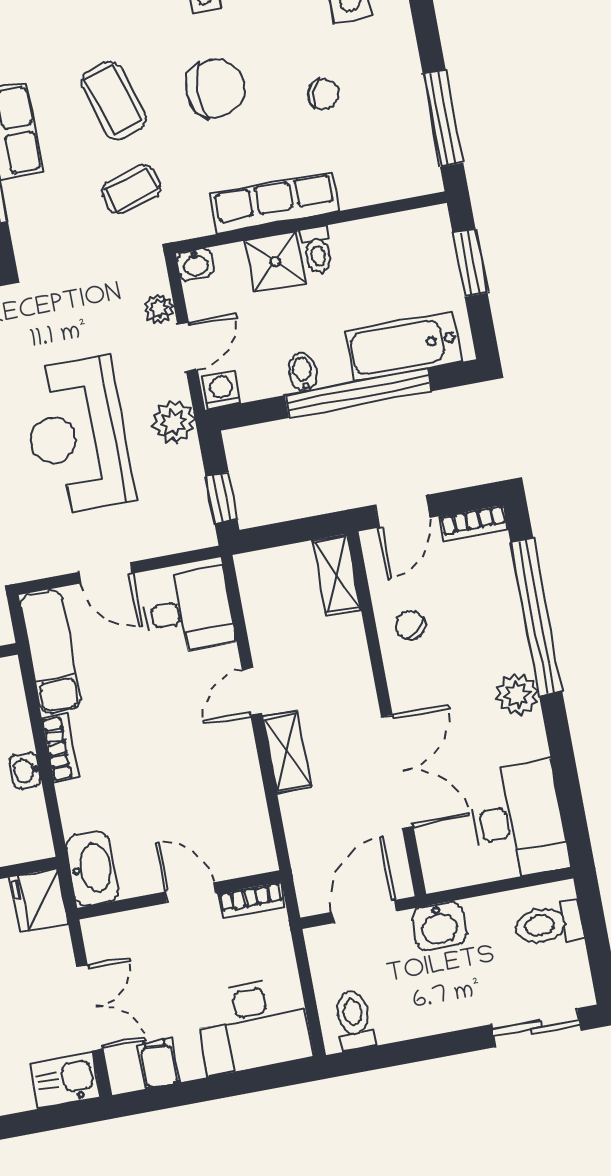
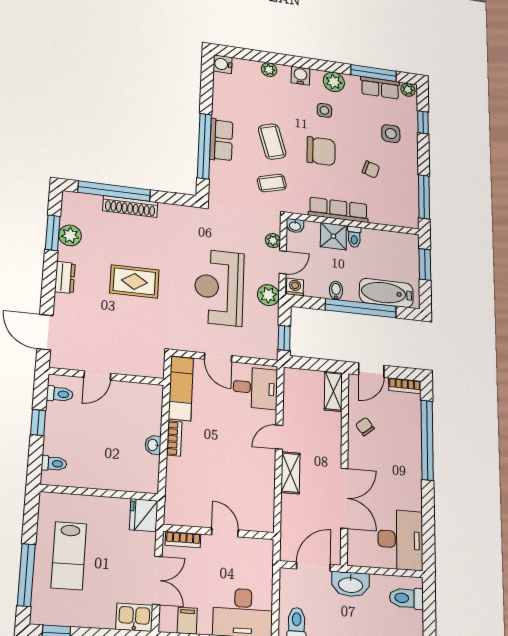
plant: (517, 695) -> (411, 476), removed
washbasin: (92, 868) -> (176, 506), removed
bookcase: (251, 900) -> (183, 540), moved
washbasin: (439, 926) -> (350, 584), width x1.38

